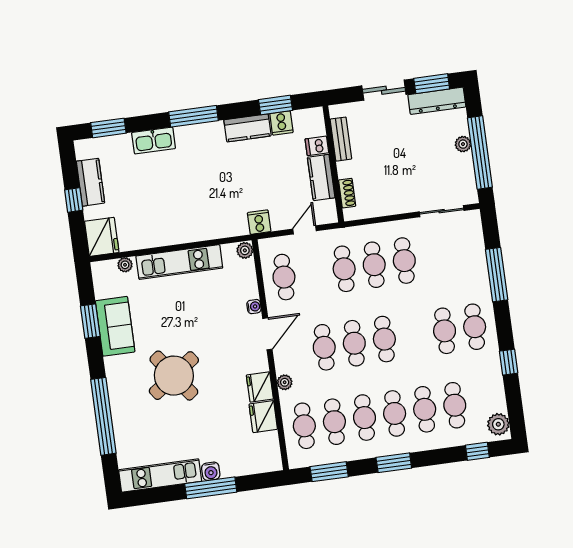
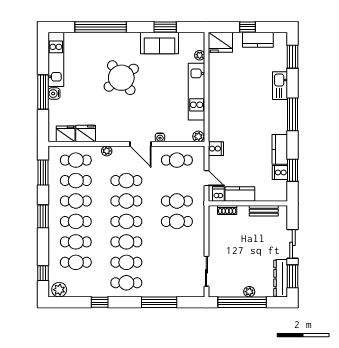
dishwasher: (317, 146) -> (218, 194), moved
cafe table: (404, 261) -> (126, 242), moved
fridge: (260, 387) -> (66, 134), moved

